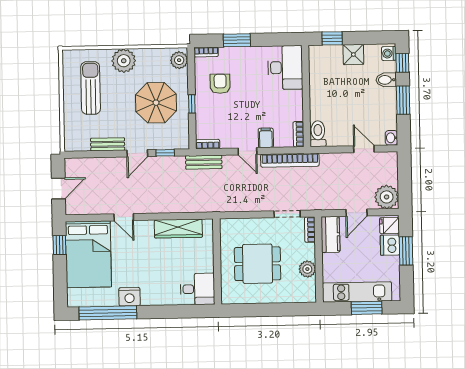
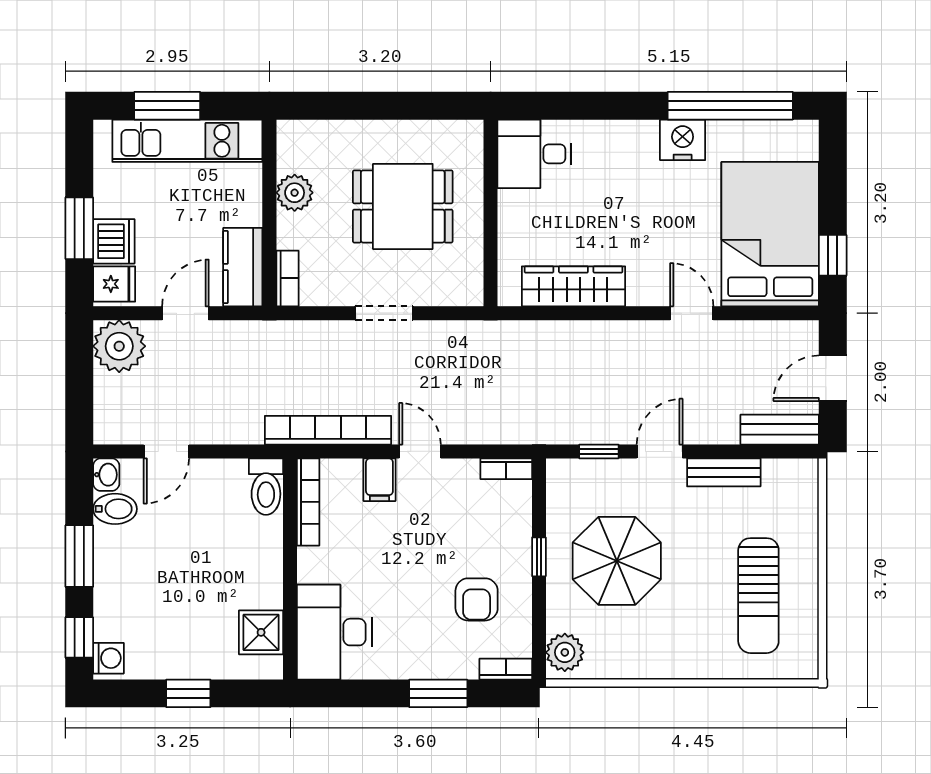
window: (332, 38) -> (188, 693), moved
shower: (353, 54) -> (261, 632), moved
plant: (124, 61) -> (685, 653), removed
bidet: (386, 80) -> (115, 509), moved
bookcase: (299, 134) -> (308, 502), width x1.56
door: (364, 149) -> (166, 451), hinge flipped
bench: (204, 162) -> (780, 430), moved
doorway: (287, 214) -> (384, 313), moved

